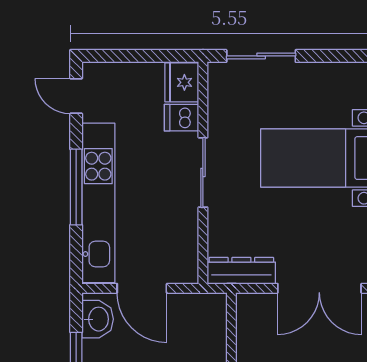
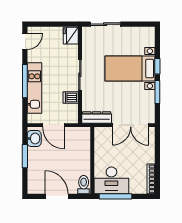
door: (76, 96) -> (25, 42), swing flipped
dishwasher: (181, 118) -> (71, 97), moved
kitchen unit: (98, 203) -> (34, 88), width x0.73

